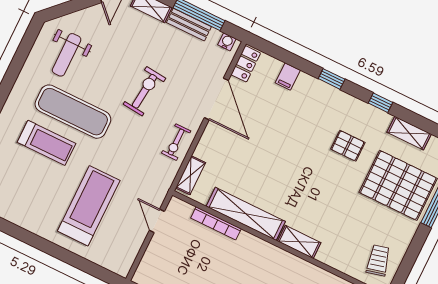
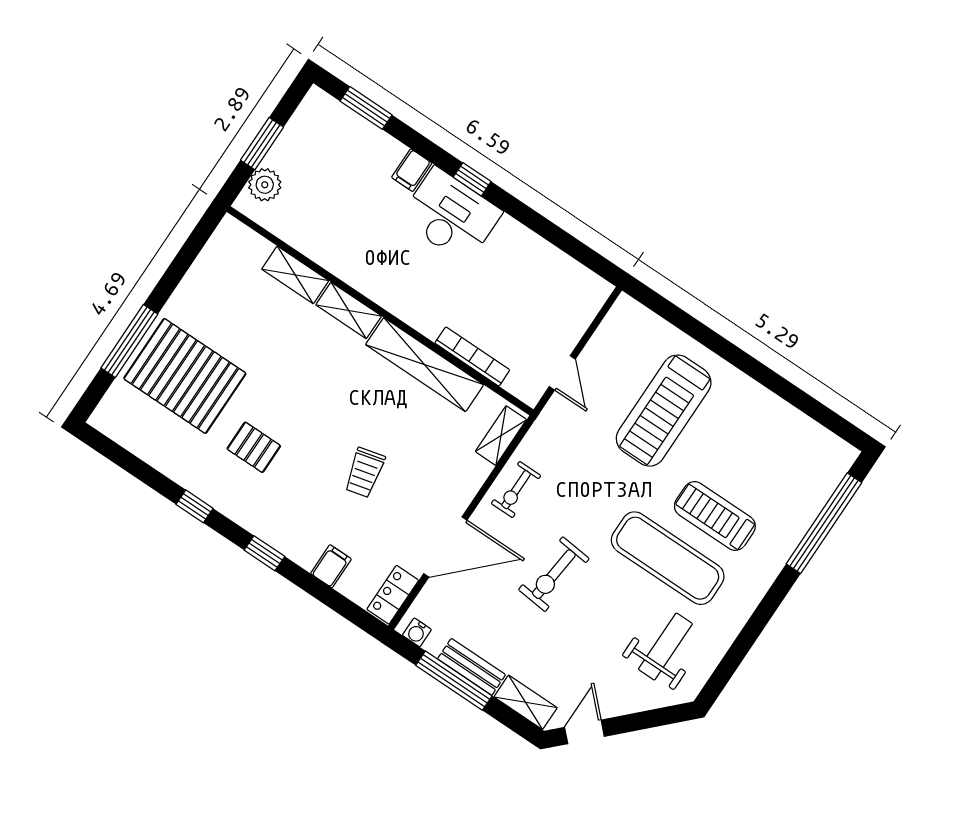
door: (216, 99) -> (445, 547), swing flipped
shelving: (409, 133) -> (295, 275), moved
exercise bike: (176, 142) -> (516, 490), turned 180
trolley: (378, 260) -> (365, 473), moved

